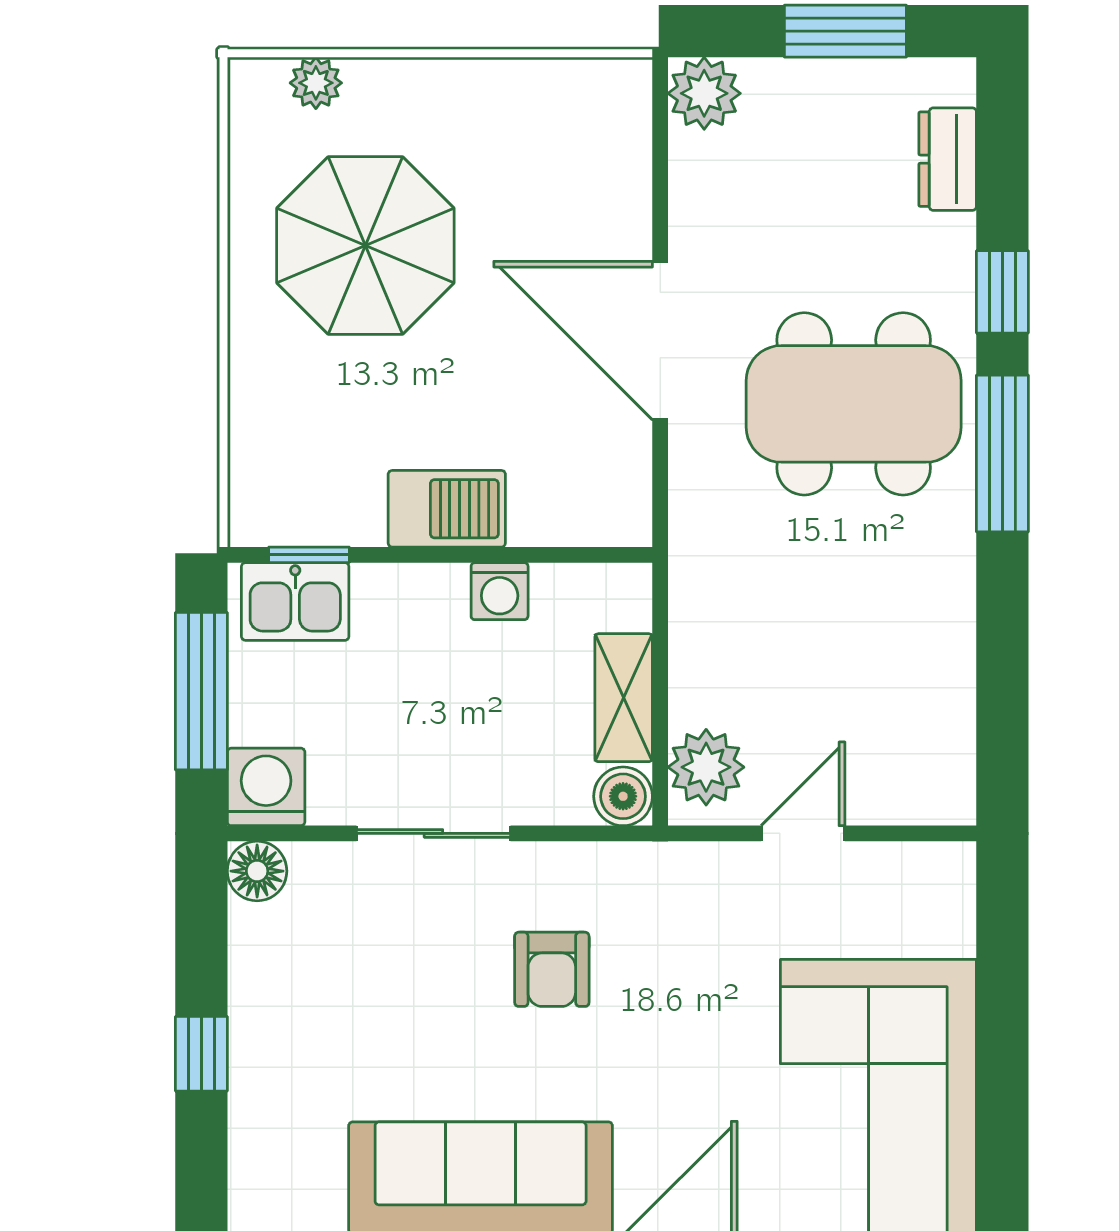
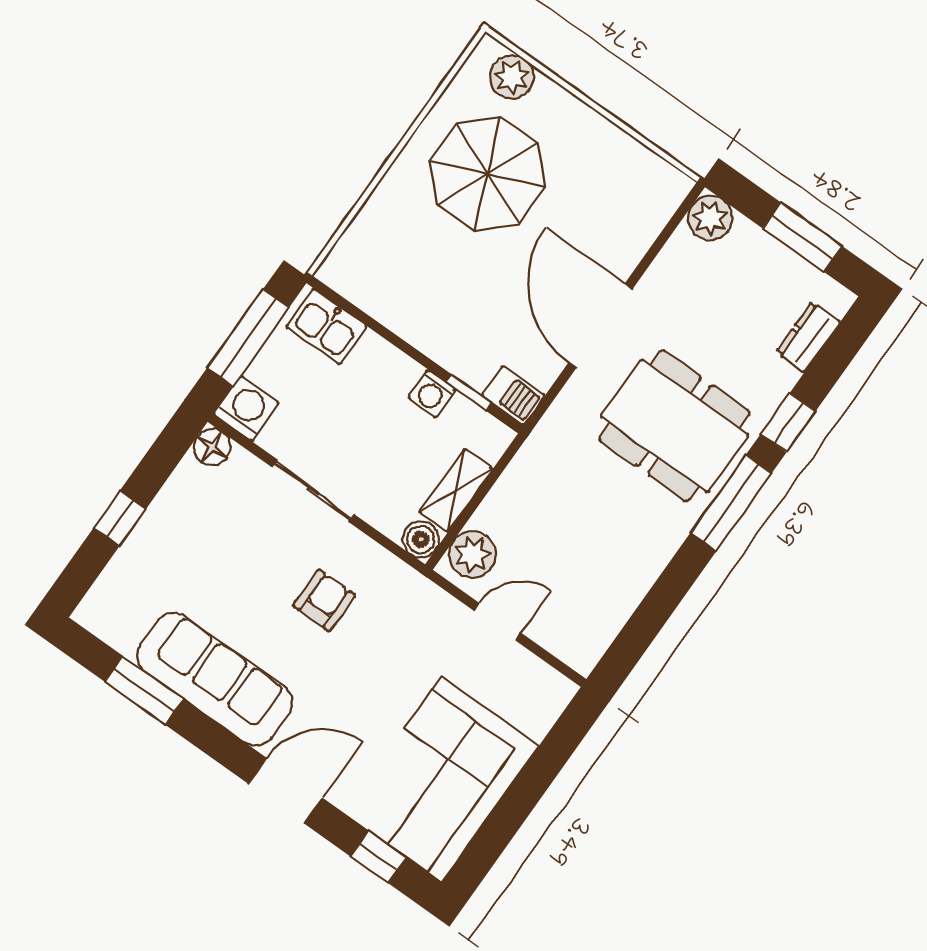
plant: (316, 83) -> (512, 77), width x1.38, depth x1.38
barbecue: (447, 509) -> (513, 396), moved, width x0.73, depth x0.79
window: (309, 555) -> (469, 393), moved
armchair: (552, 969) -> (324, 600), turned 180

